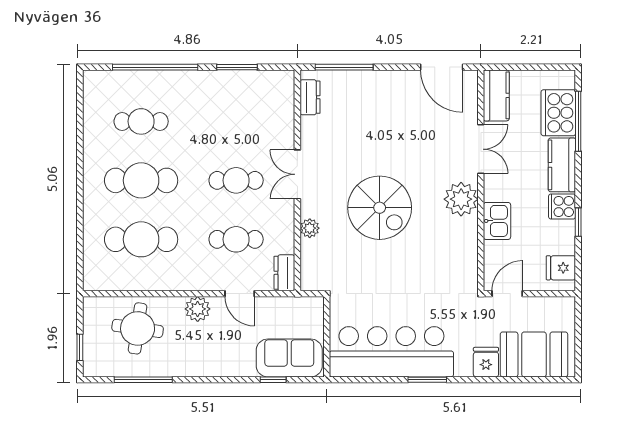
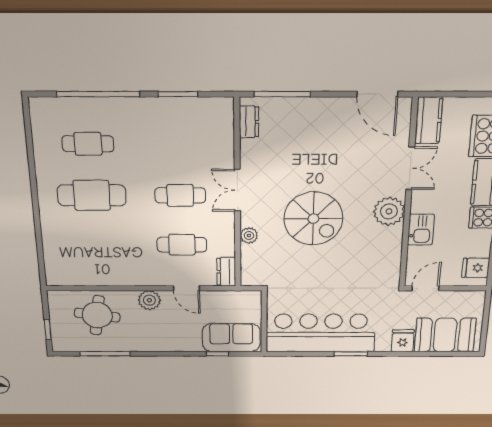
cafe table: (141, 239) -> (95, 245), removed

